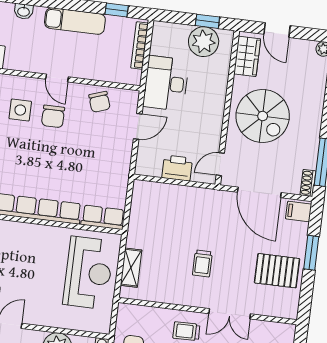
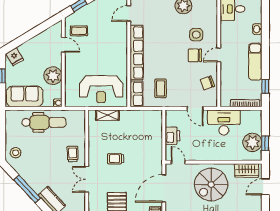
coffee table: (99, 178) -> (161, 88), added

